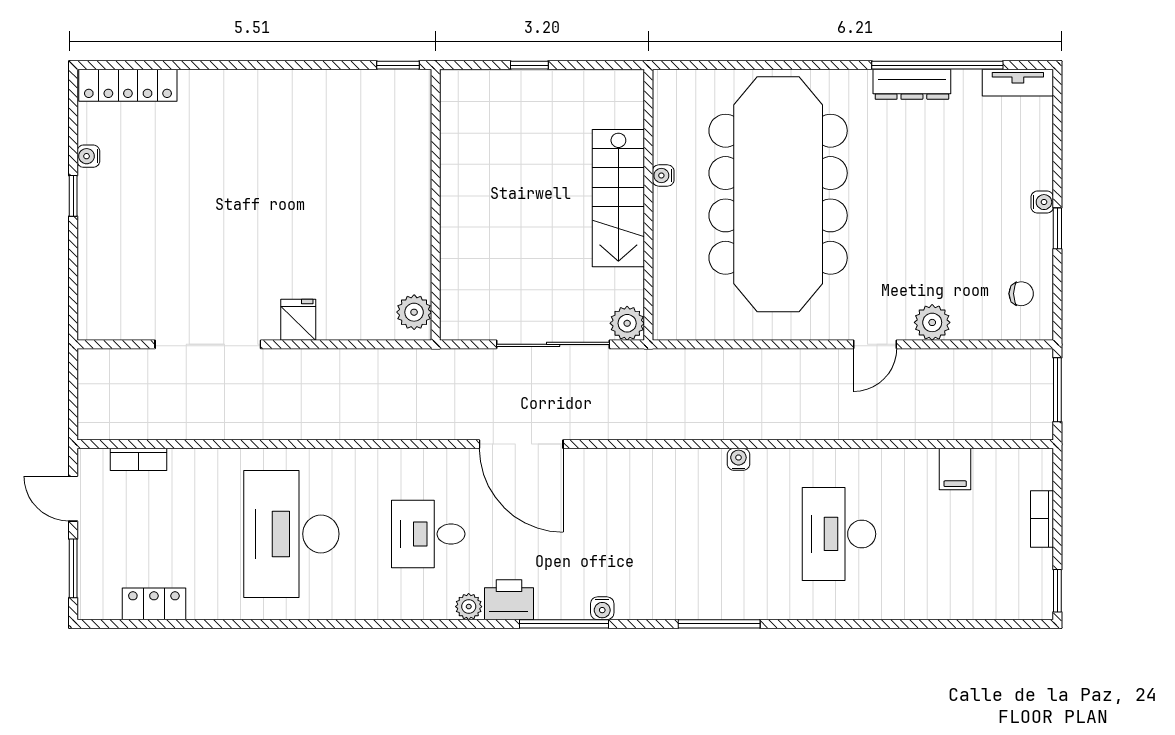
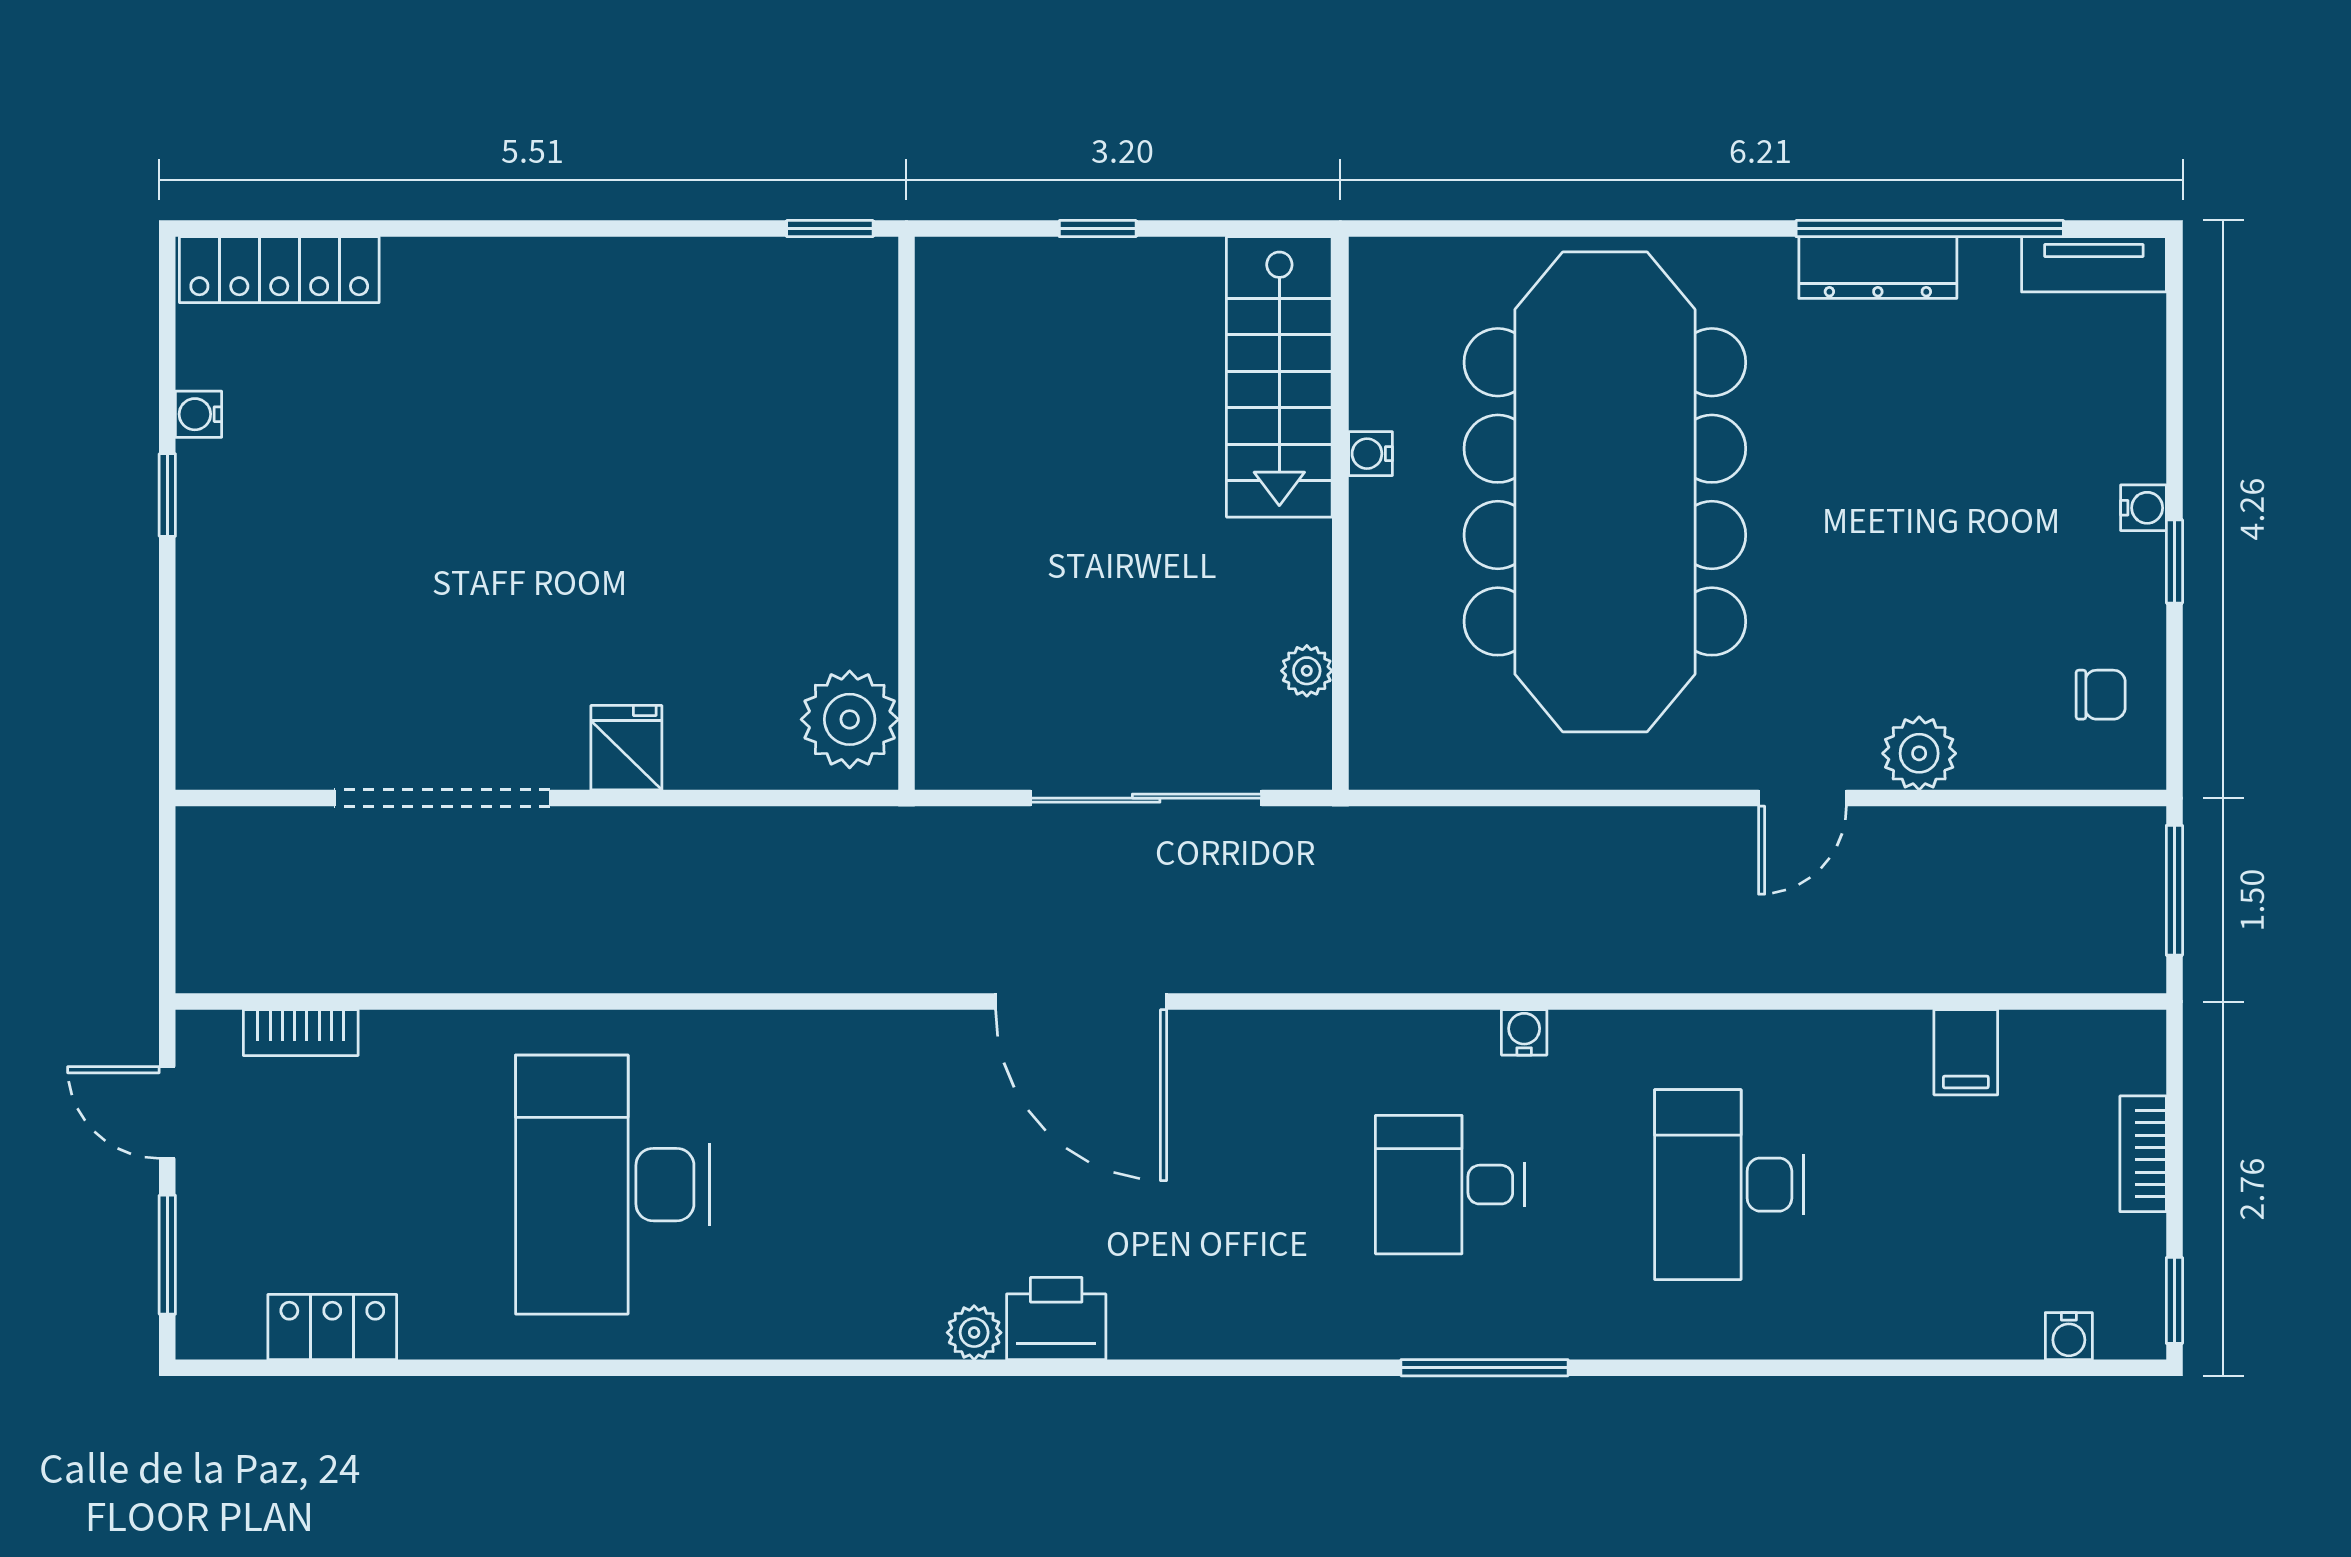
stairs: (618, 198) -> (1279, 377), moved
plant: (414, 312) -> (850, 719), width x1.36, depth x1.36
plant: (627, 323) -> (1307, 671), moved, width x0.73, depth x0.73
desk: (428, 534) -> (1450, 1185), moved
water cooler: (602, 608) -> (2069, 1336), moved
window: (564, 624) -> (1168, 1368), removed

